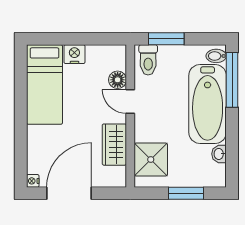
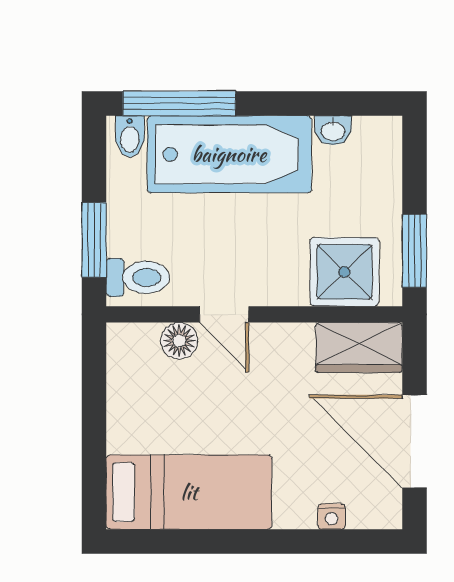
nightstand: (74, 54) -> (126, 430), removed
door: (130, 101) -> (224, 314), hinge flipped
wardrobe: (114, 145) -> (359, 347), moved
nightstand: (33, 181) -> (332, 516), moved
window: (186, 193) -> (414, 251), moved

